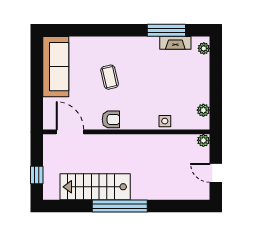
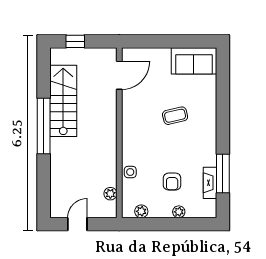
plant: (204, 48) -> (179, 212), moved
sofa: (56, 67) -> (194, 61), width x0.73
armchair: (111, 119) -> (172, 182), moved
plant: (203, 140) -> (110, 194), moved

